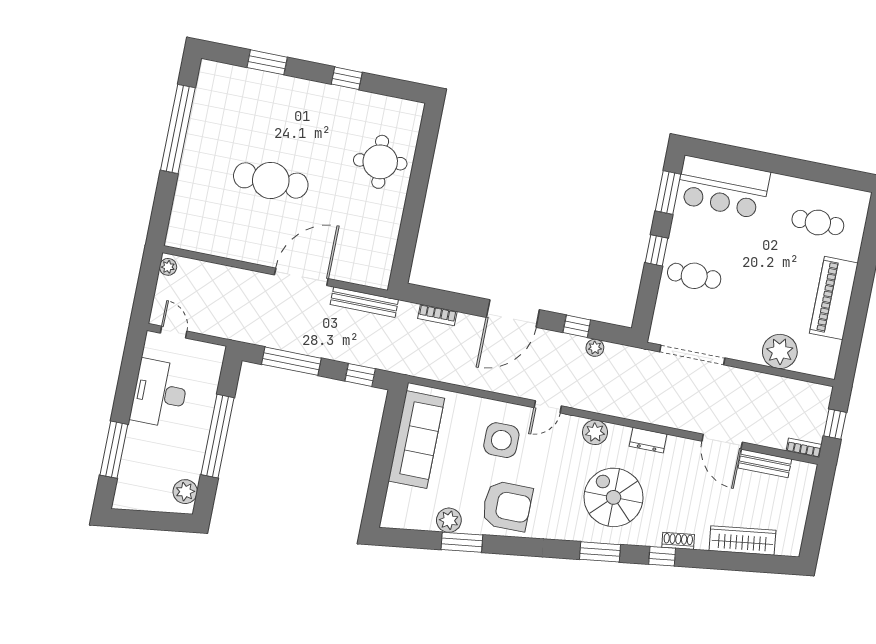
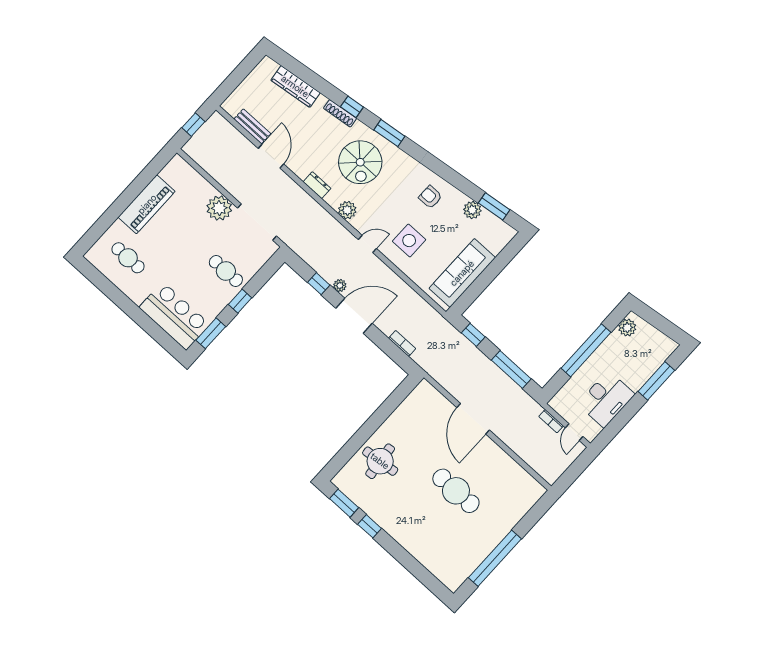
window: (267, 62) -> (344, 503), moved
plant: (168, 267) -> (553, 475), removed
door: (301, 277) -> (473, 419), hinge flipped
bench: (364, 302) -> (443, 379), removed
plant: (595, 348) -> (340, 285), moved
plant: (780, 351) -> (219, 208), moved
bookcase: (804, 448) -> (551, 421), moved
armchair: (507, 506) -> (430, 197), width x0.53, depth x0.53
shoe rack: (678, 541) -> (340, 113), width x1.43
window: (462, 542) -> (494, 206), moved

